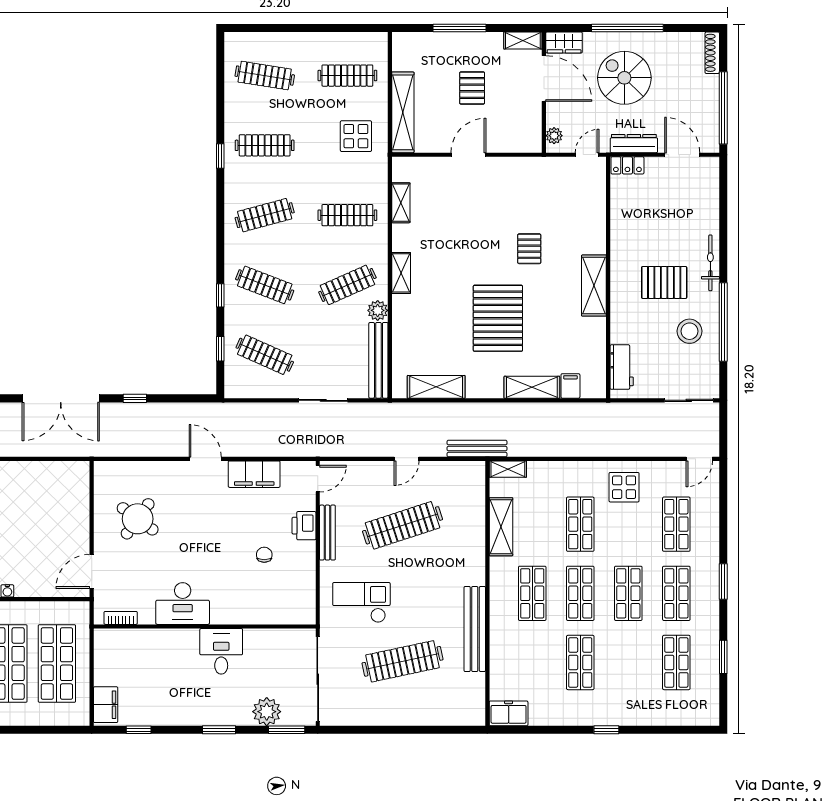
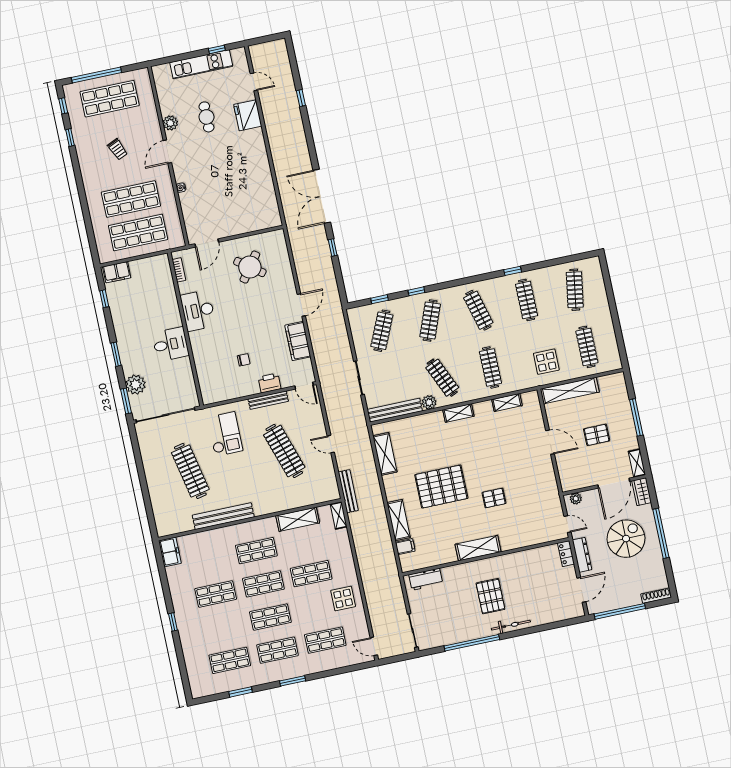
stool: (689, 331) -> (461, 621), removed
door: (92, 571) -> (207, 243), swing flipped

